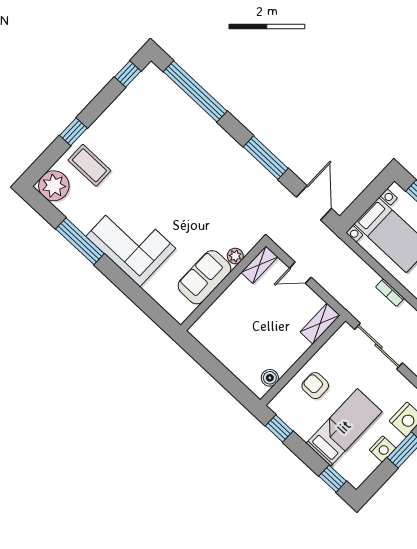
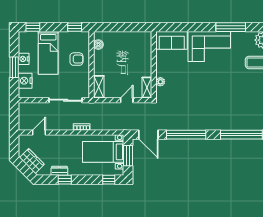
window: (266, 158) -> (186, 135), width x1.46
window: (365, 201) -> (128, 156), added
sofa: (205, 277) -> (172, 40), moved, turned 90

